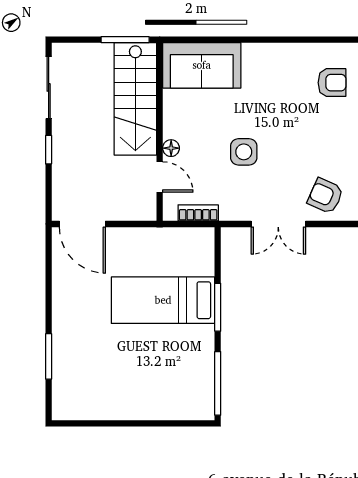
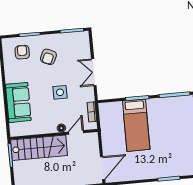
sofa: (202, 65) -> (18, 102), moved
armchair: (325, 196) -> (48, 57), moved
double door: (278, 224) -> (94, 72), swing flipped

